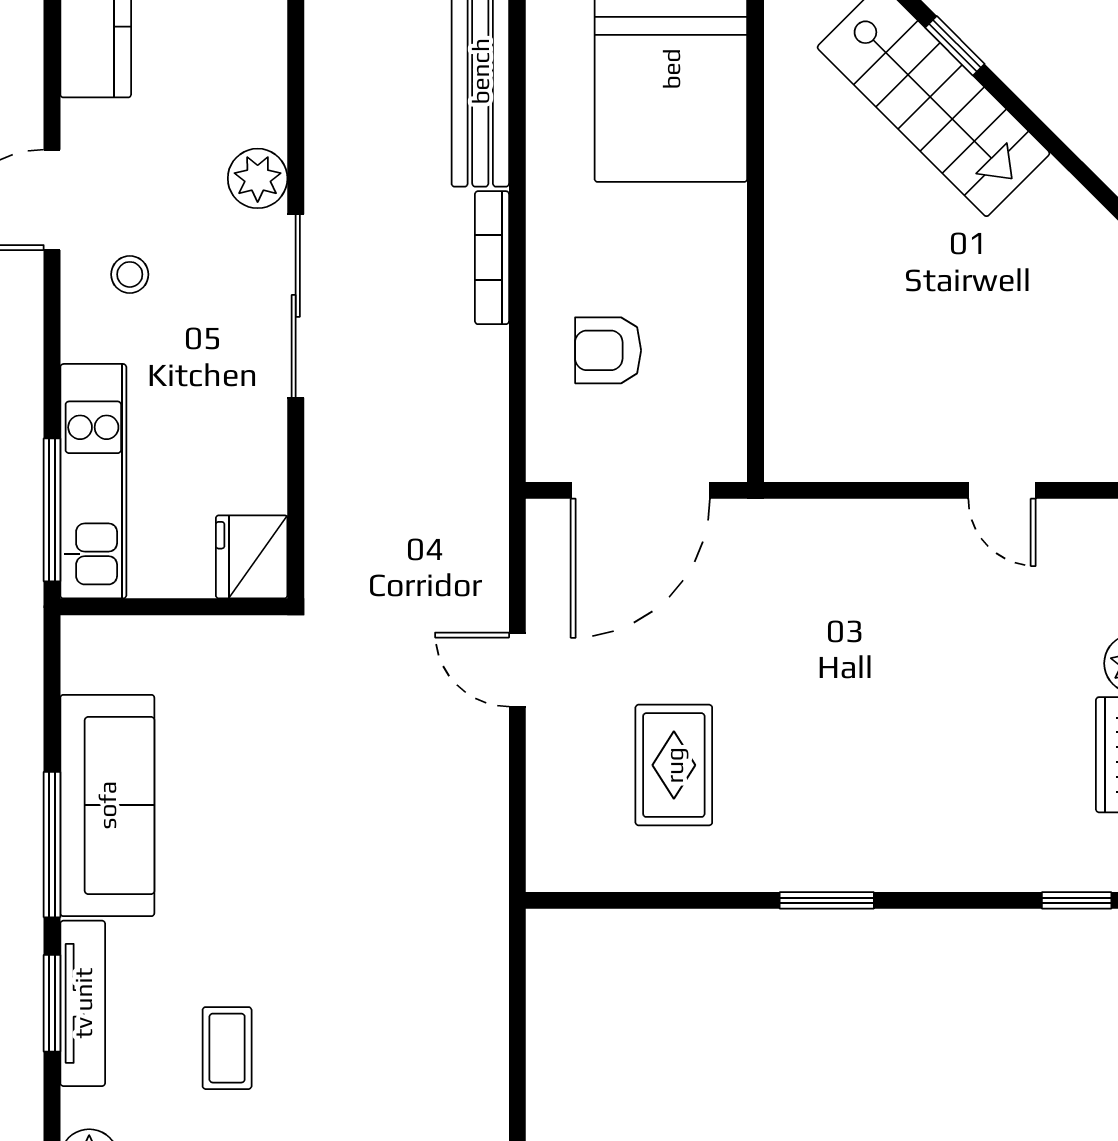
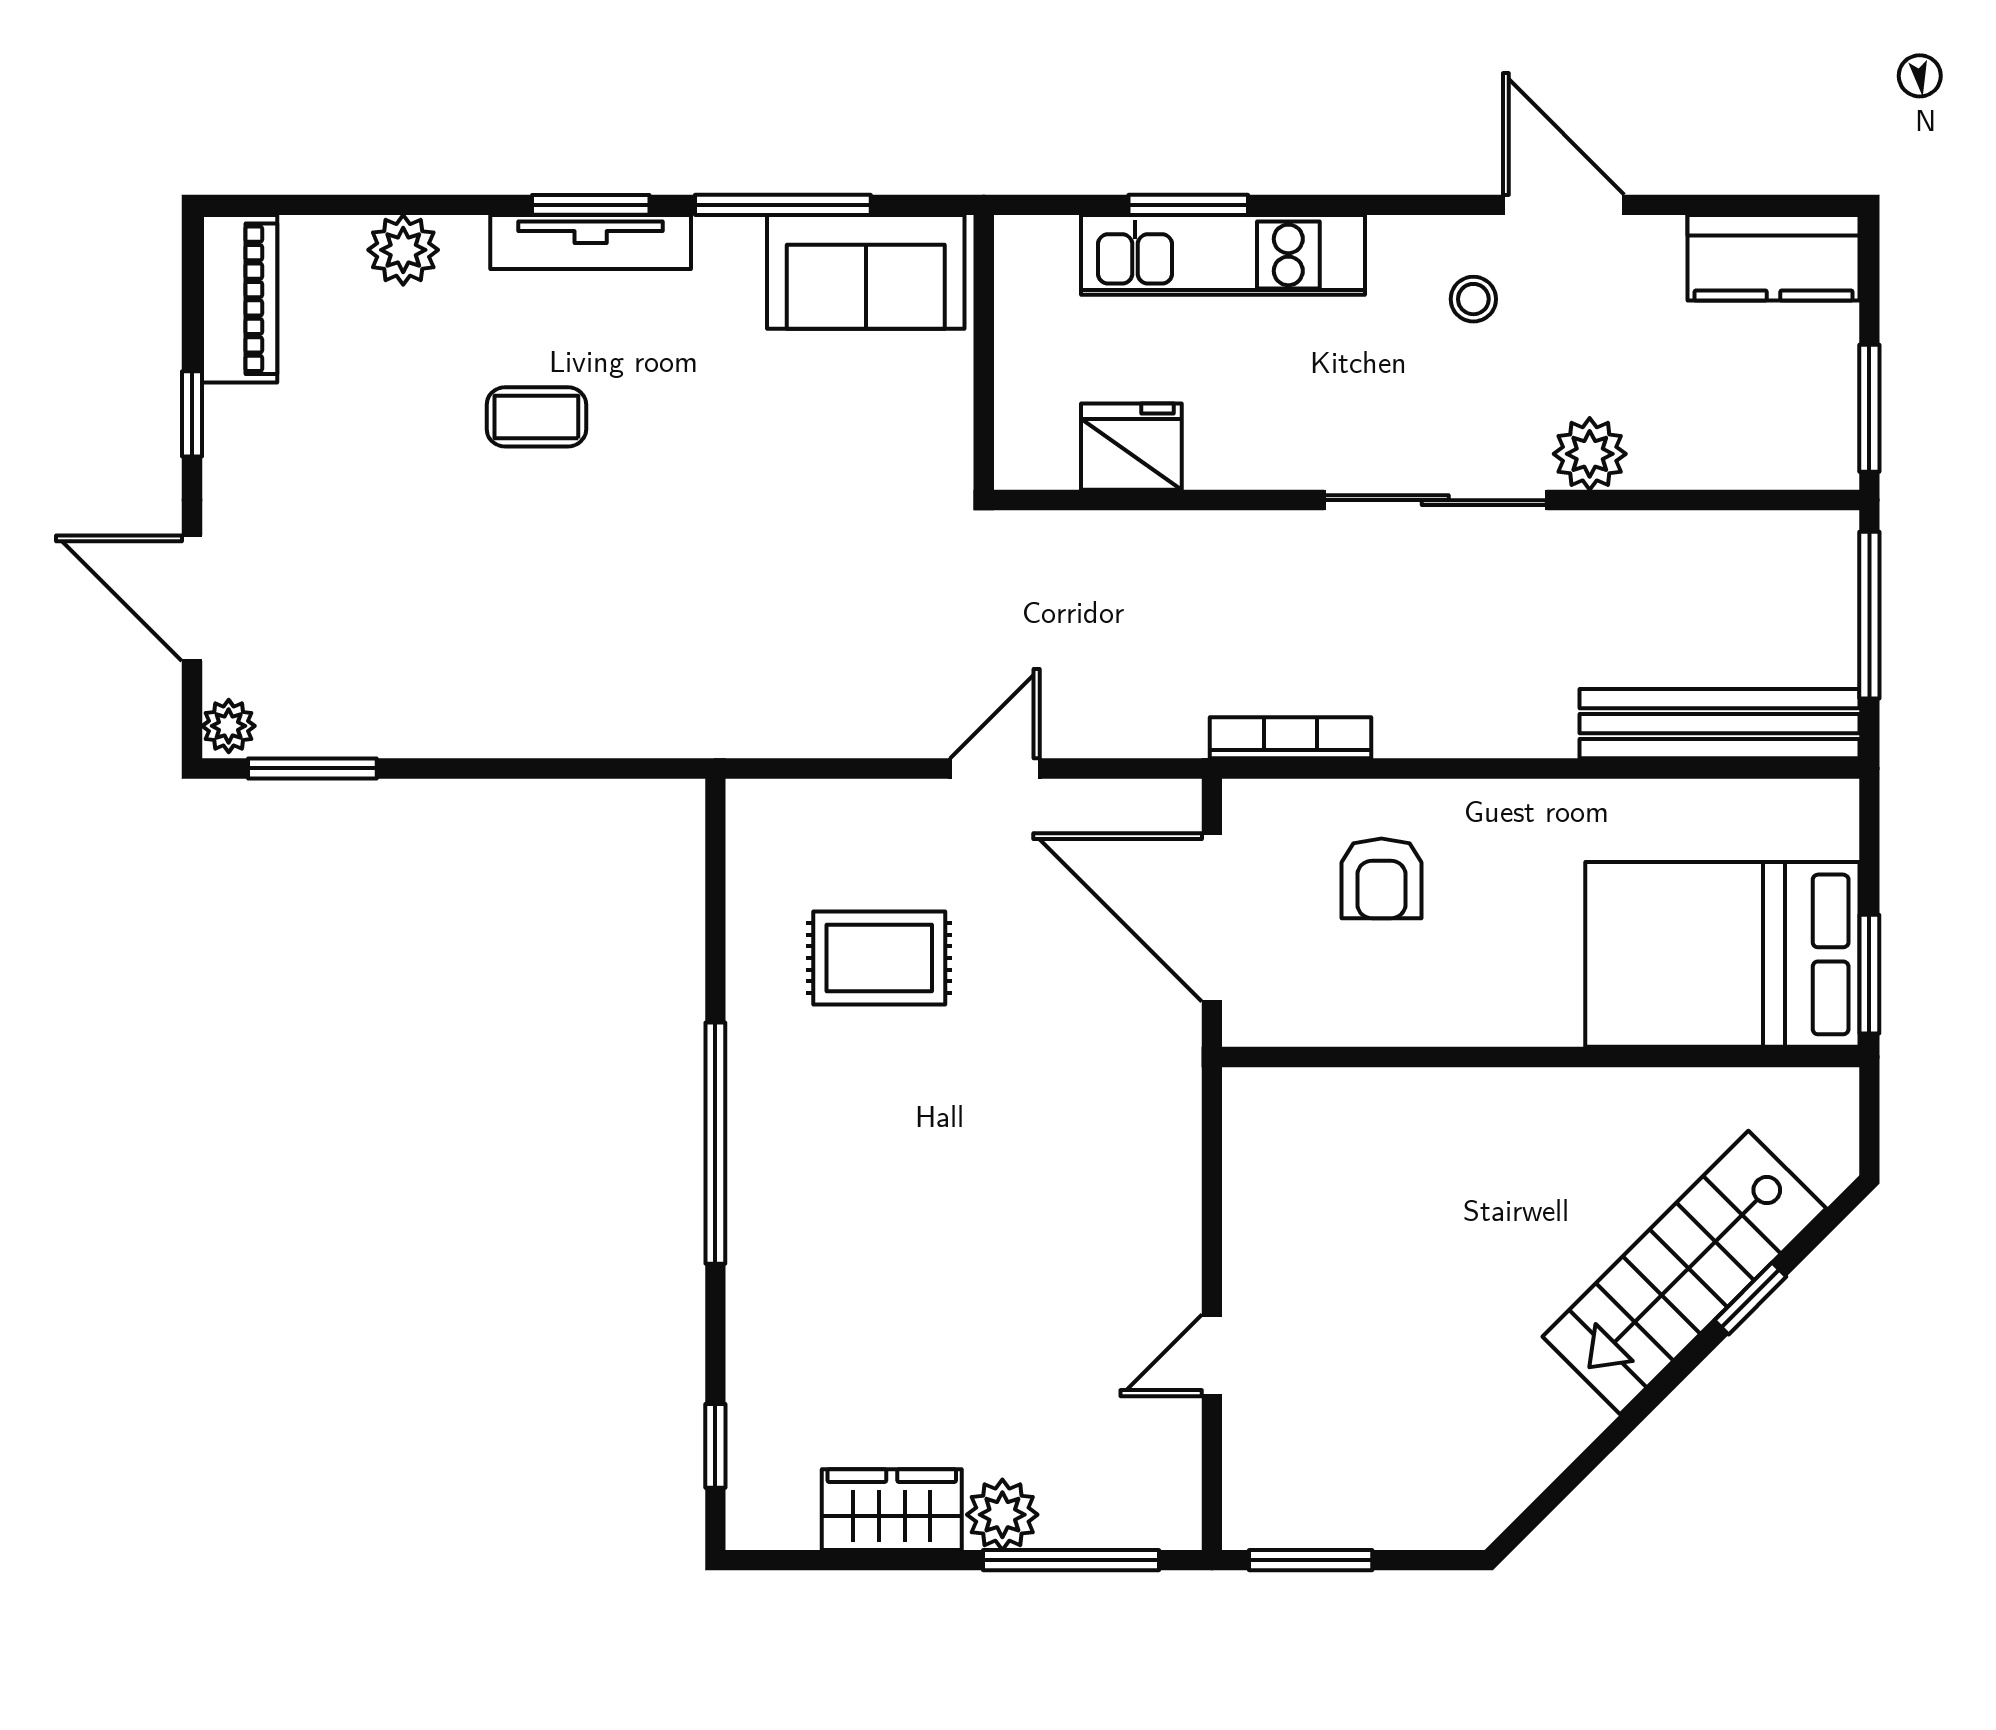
bookcase: (492, 258) -> (1290, 738), moved
armchair: (608, 350) -> (1381, 878), turned 180
window: (52, 510) -> (1188, 205), width x0.69
wall: (174, 607) -> (984, 352), moved
sofa: (107, 805) -> (866, 272), width x0.73
window: (827, 900) -> (715, 1143), width x2.11

